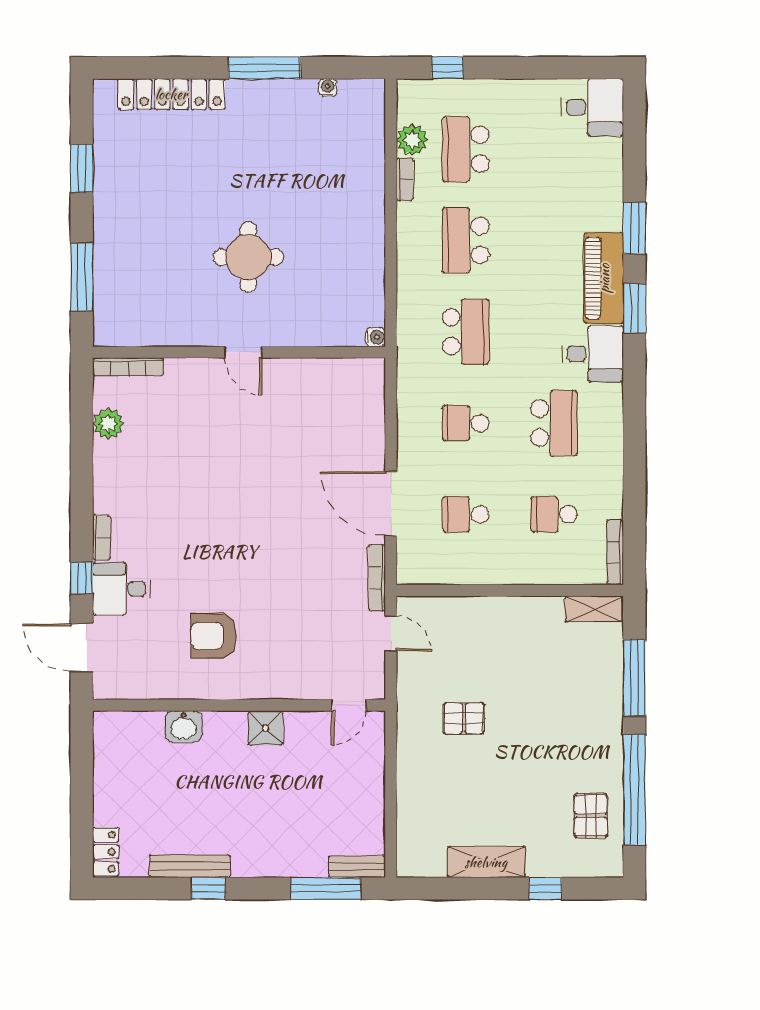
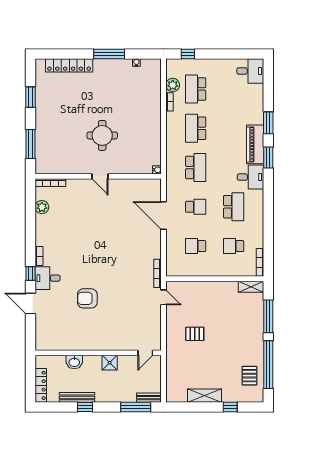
school desk: (466, 423) -> (196, 207), turned 180
door: (391, 504) -> (163, 216), moved
wall: (239, 705) -> (98, 353), moved
door: (349, 705) -> (145, 353), moved
washbasin: (183, 727) -> (74, 362), moved
shower: (266, 728) -> (110, 363), moved
locker: (106, 852) -> (41, 385), width x1.53

